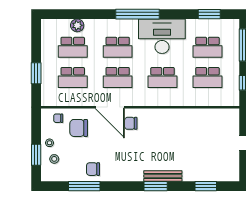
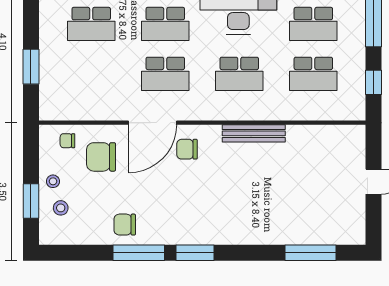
school desk: (73, 78) -> (91, 74), removed
door: (110, 107) -> (152, 123), hinge flipped
bench: (163, 176) -> (254, 133), moved
window: (84, 186) -> (139, 253), moved
window: (156, 186) -> (195, 253), moved
window: (206, 186) -> (311, 253), width x1.44

